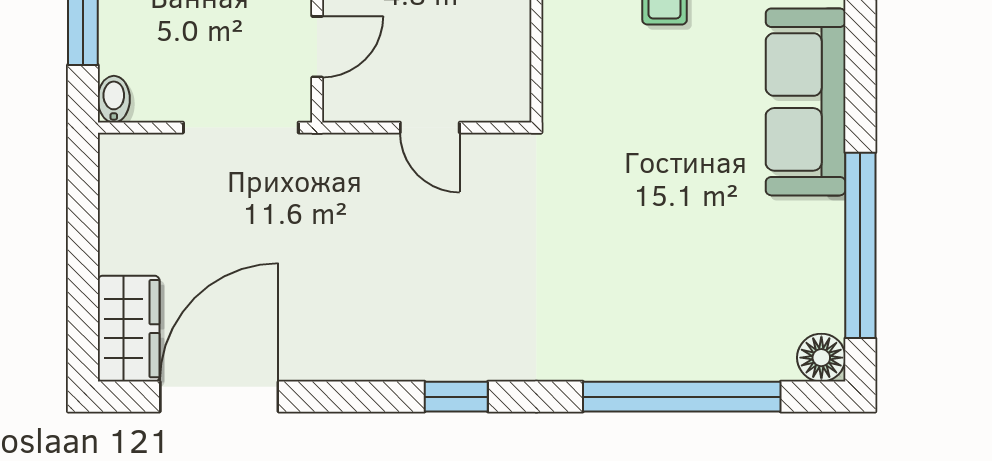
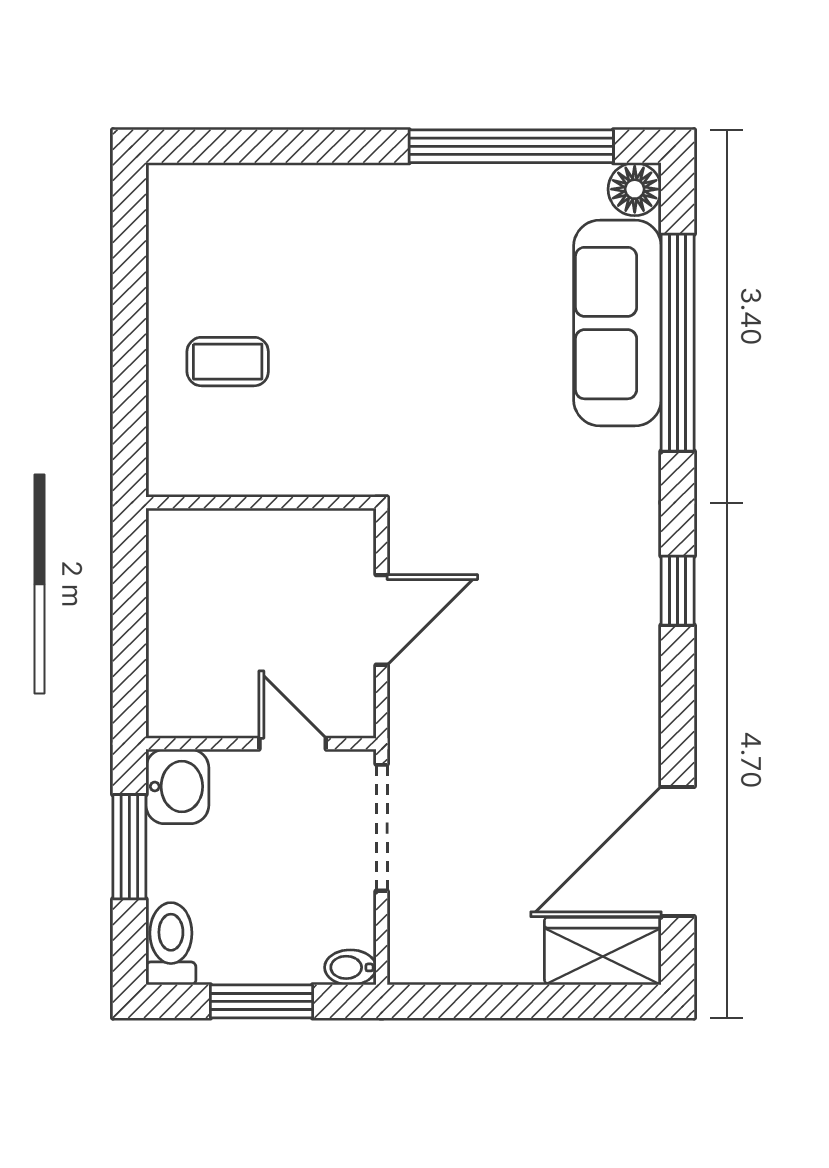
sofa: (806, 102) -> (617, 323), moved, turned 90
door: (430, 128) -> (382, 620), width x1.38
door: (219, 397) -> (678, 852), hinge flipped

